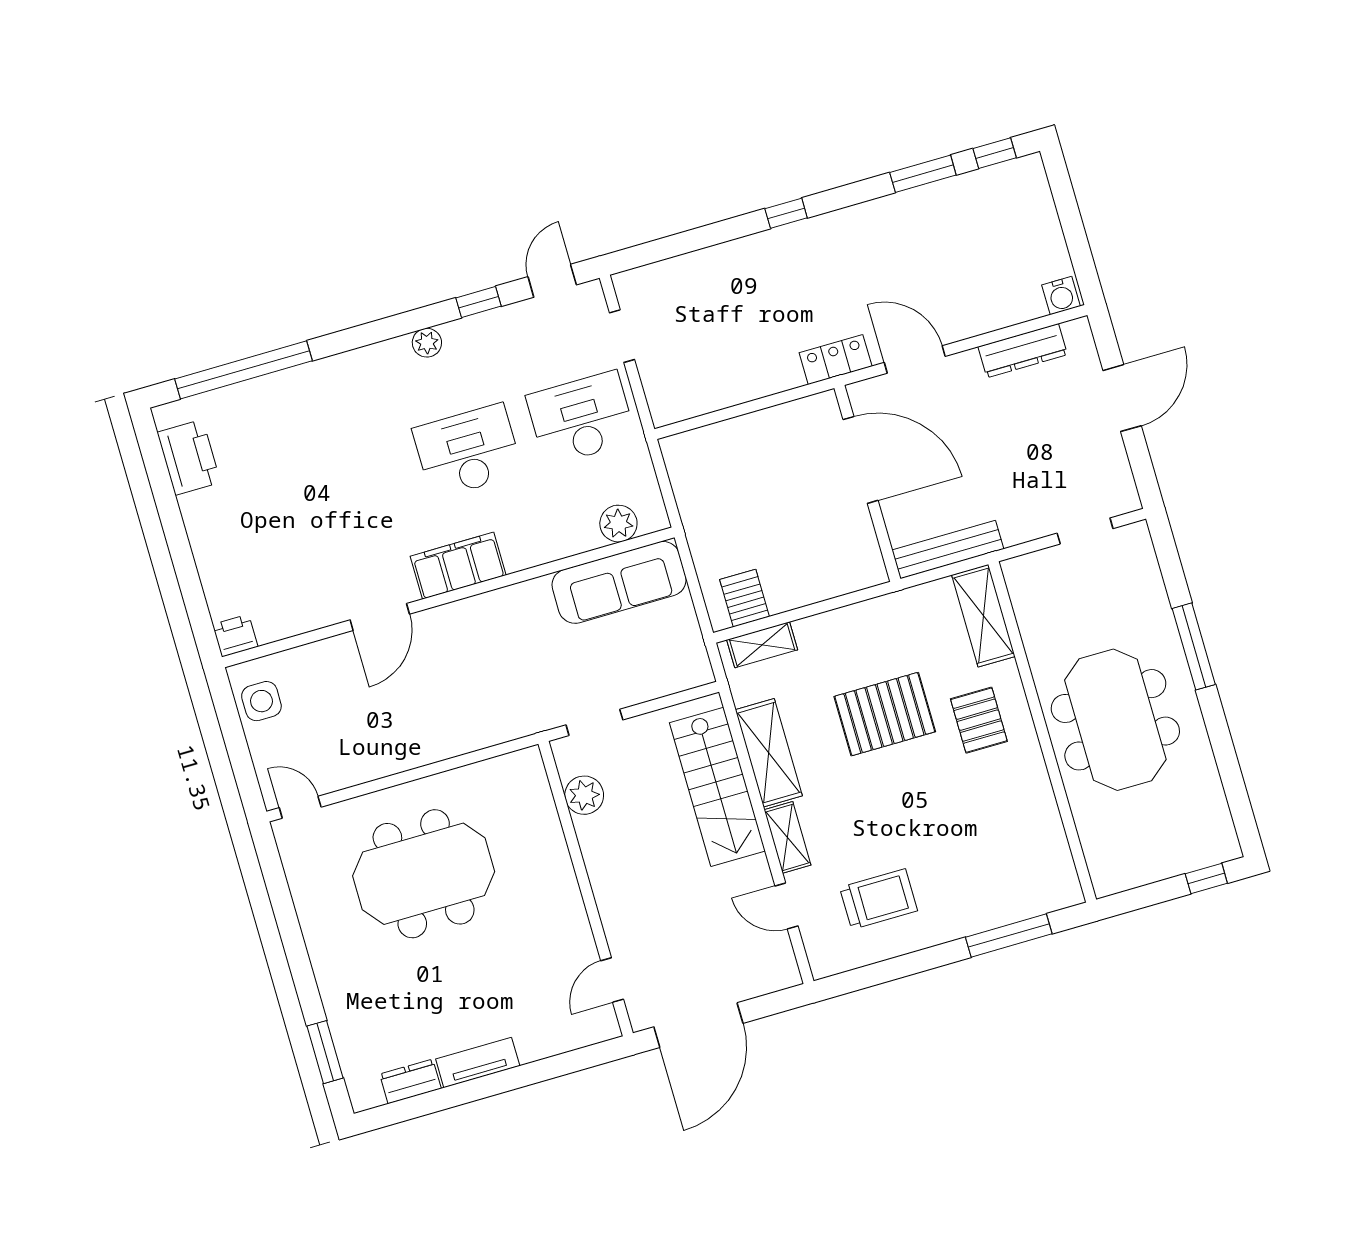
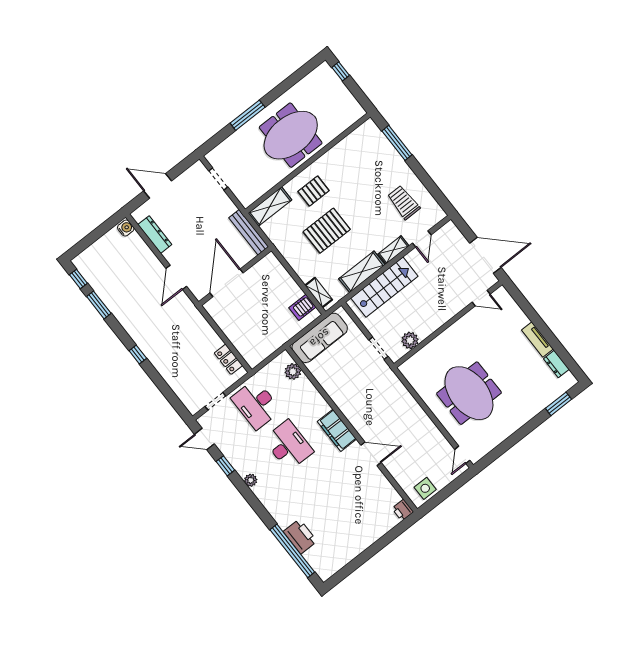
locker: (836, 360) -> (228, 359), moved
desk: (468, 451) -> (288, 445), turned 180
printer: (189, 457) -> (300, 536), moved, turned 90
sofa: (619, 582) -> (320, 338), moved, turned 90
pallet: (885, 714) -> (327, 231), turned 90

